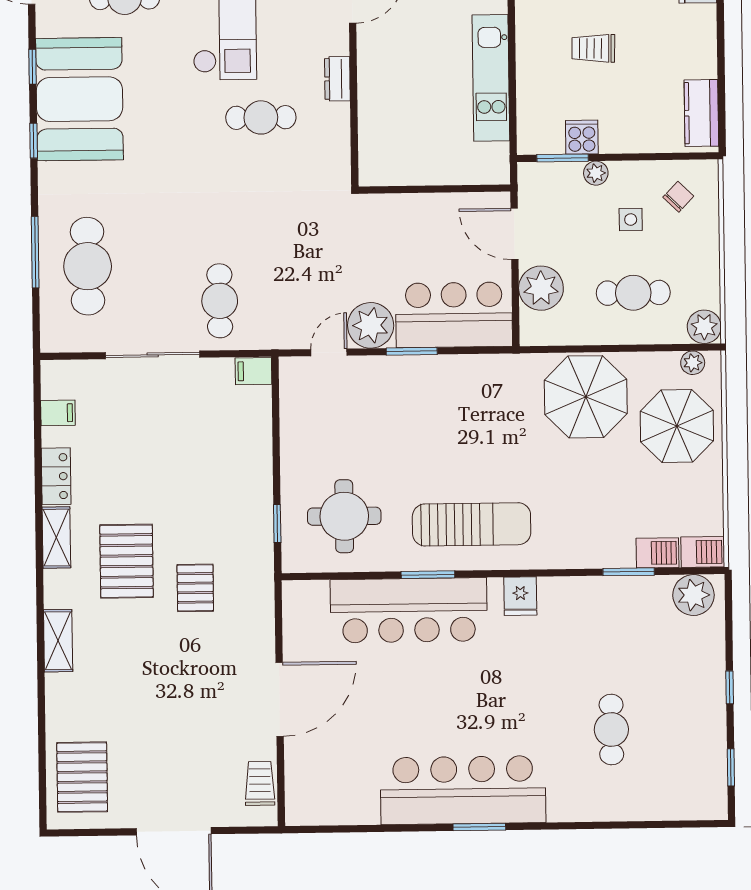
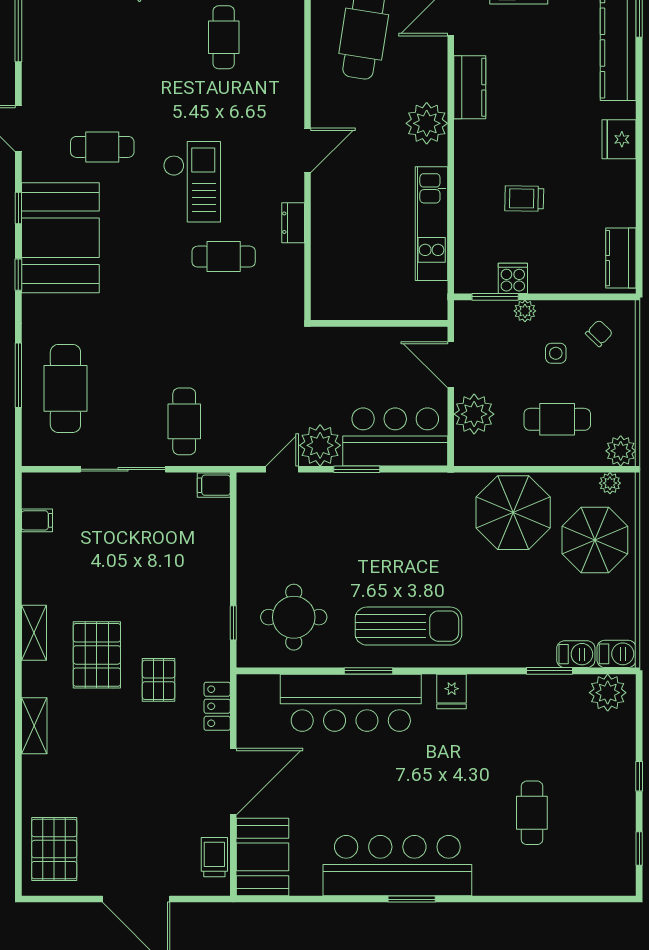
locker: (56, 476) -> (217, 706), moved, turned 180
booth: (313, 783) -> (263, 857), added

